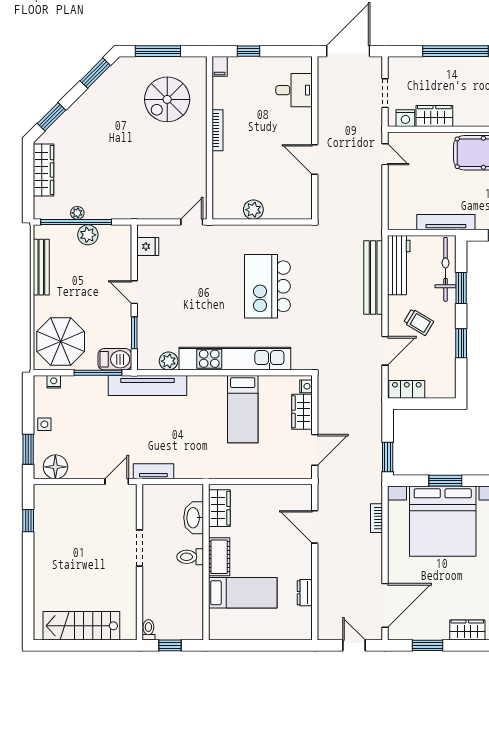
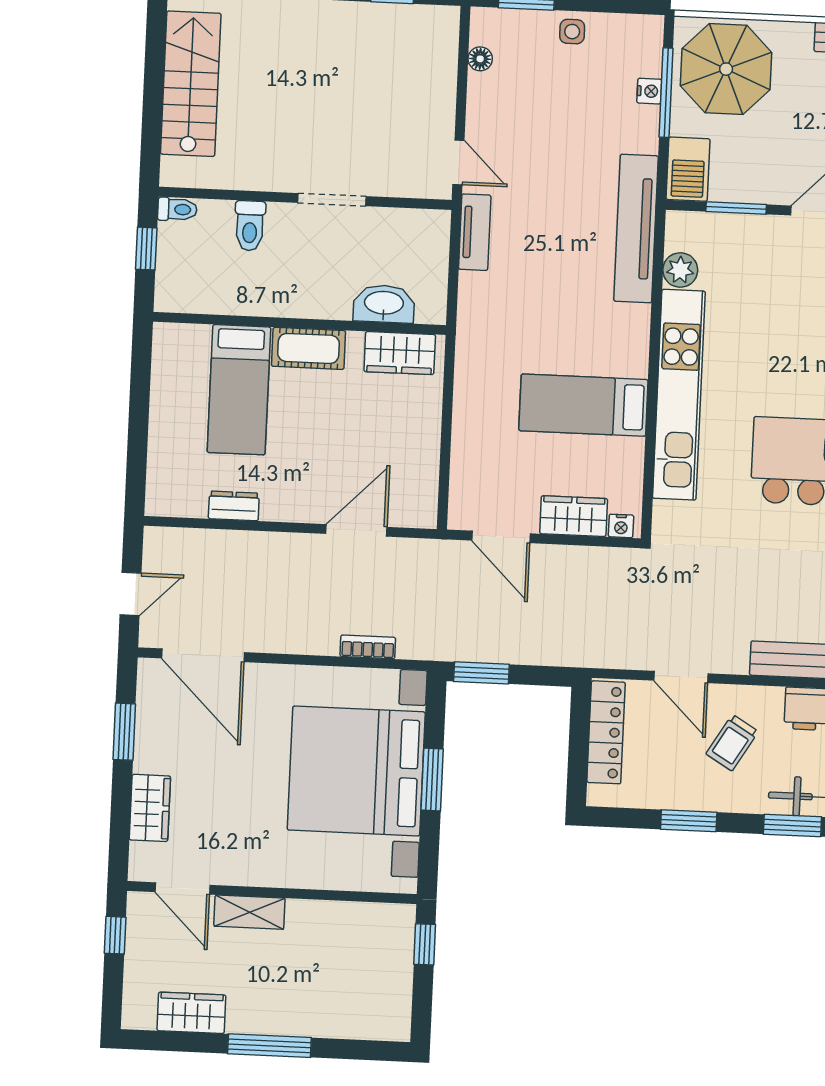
window: (98, 373) -> (666, 93), moved
nightstand: (54, 382) -> (649, 91), moved
locker: (407, 389) -> (606, 732), width x1.53
floor lamp: (55, 467) -> (480, 59), width x0.53, depth x0.53
toilet: (190, 557) -> (250, 226), moved, turned 180

